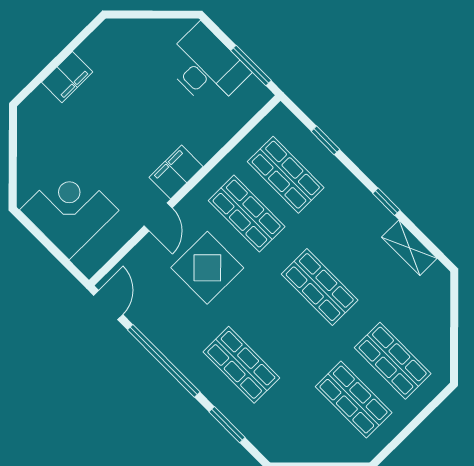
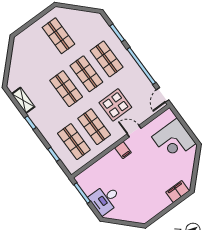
desk: (206, 67) -> (105, 199), width x0.73
filing cabinet: (67, 77) -> (178, 192), moved
filing cabinet: (176, 172) -> (123, 150), width x0.50
door: (158, 217) -> (134, 131), hinge flipped
shop shelf: (393, 361) -> (86, 74), moved

